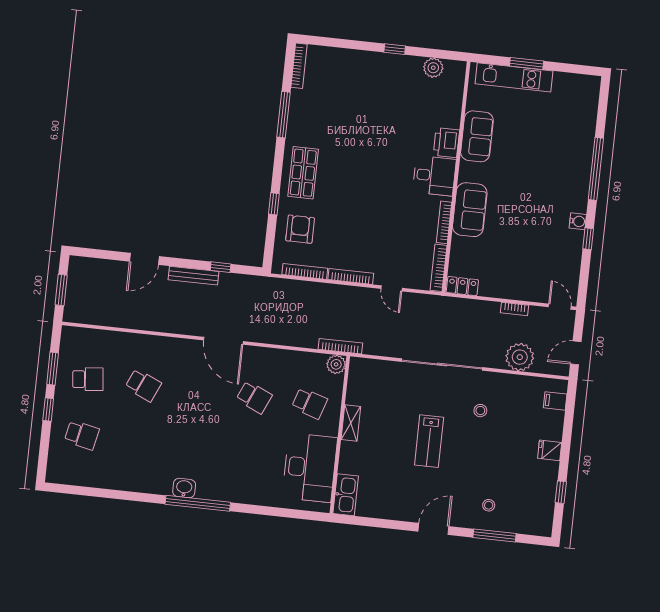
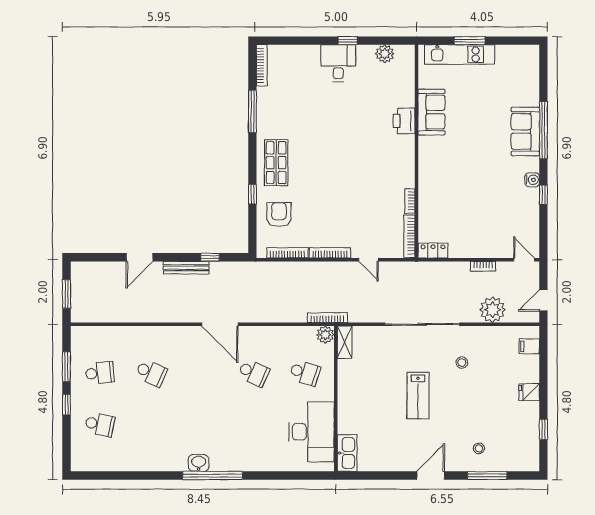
desk: (434, 176) -> (338, 63), moved, turned -90
sofa: (470, 210) -> (525, 131), moved, turned 180
bookcase: (444, 222) -> (410, 201), width x0.64
shelving: (351, 423) -> (345, 342), moved

